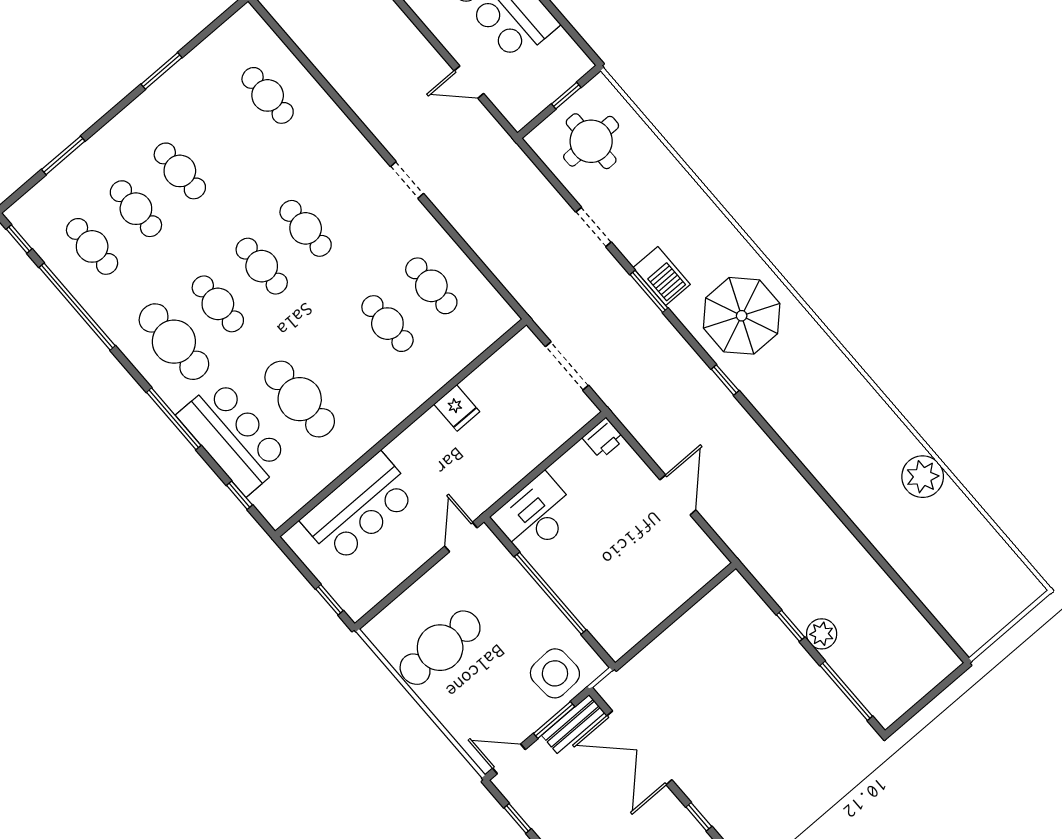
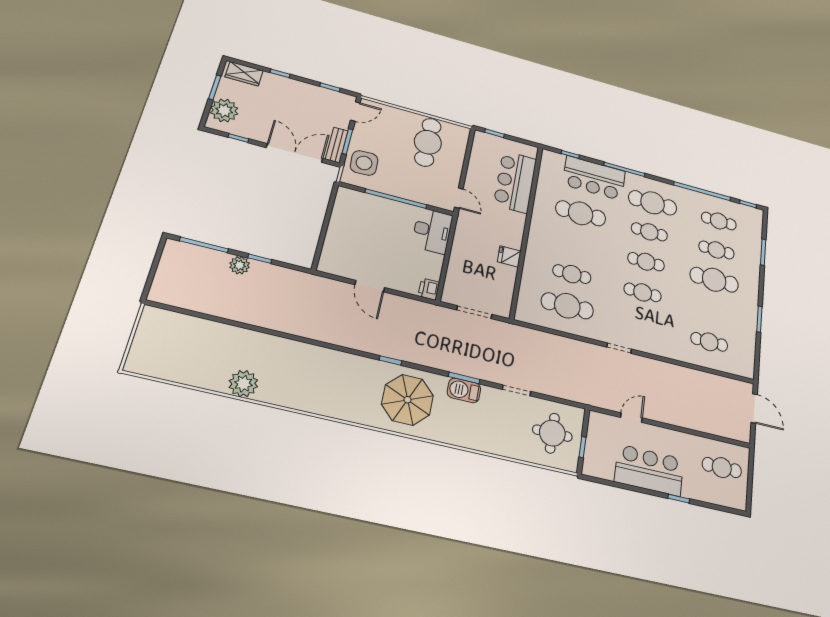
cafe table: (180, 171) -> (714, 280), width x1.37, depth x1.35
cafe table: (431, 286) -> (567, 306), width x1.37, depth x1.35

